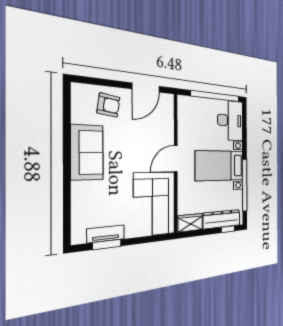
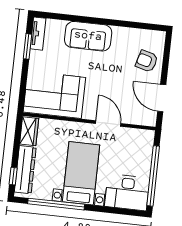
armchair: (108, 105) -> (147, 61), turned 97
sofa: (87, 152) -> (88, 36), moved
door: (176, 159) -> (108, 123), moved
tv unit: (106, 234) -> (38, 34), moved

